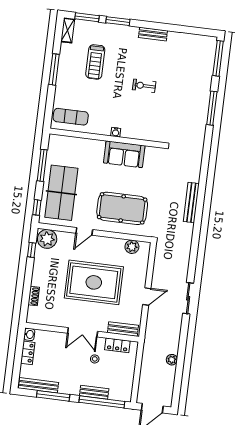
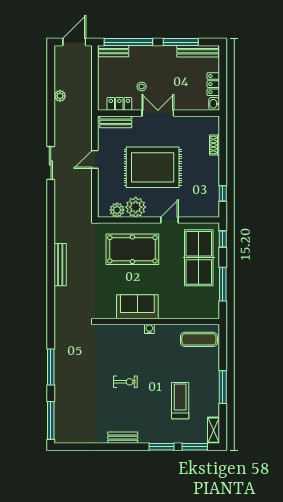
plant: (47, 239) -> (136, 207), moved
bench: (94, 392) -> (114, 51), moved

